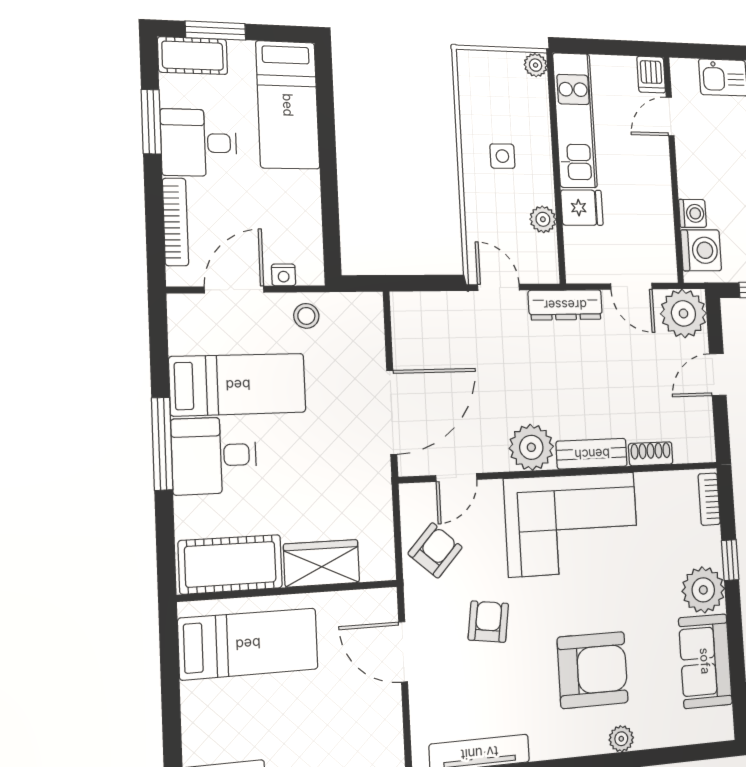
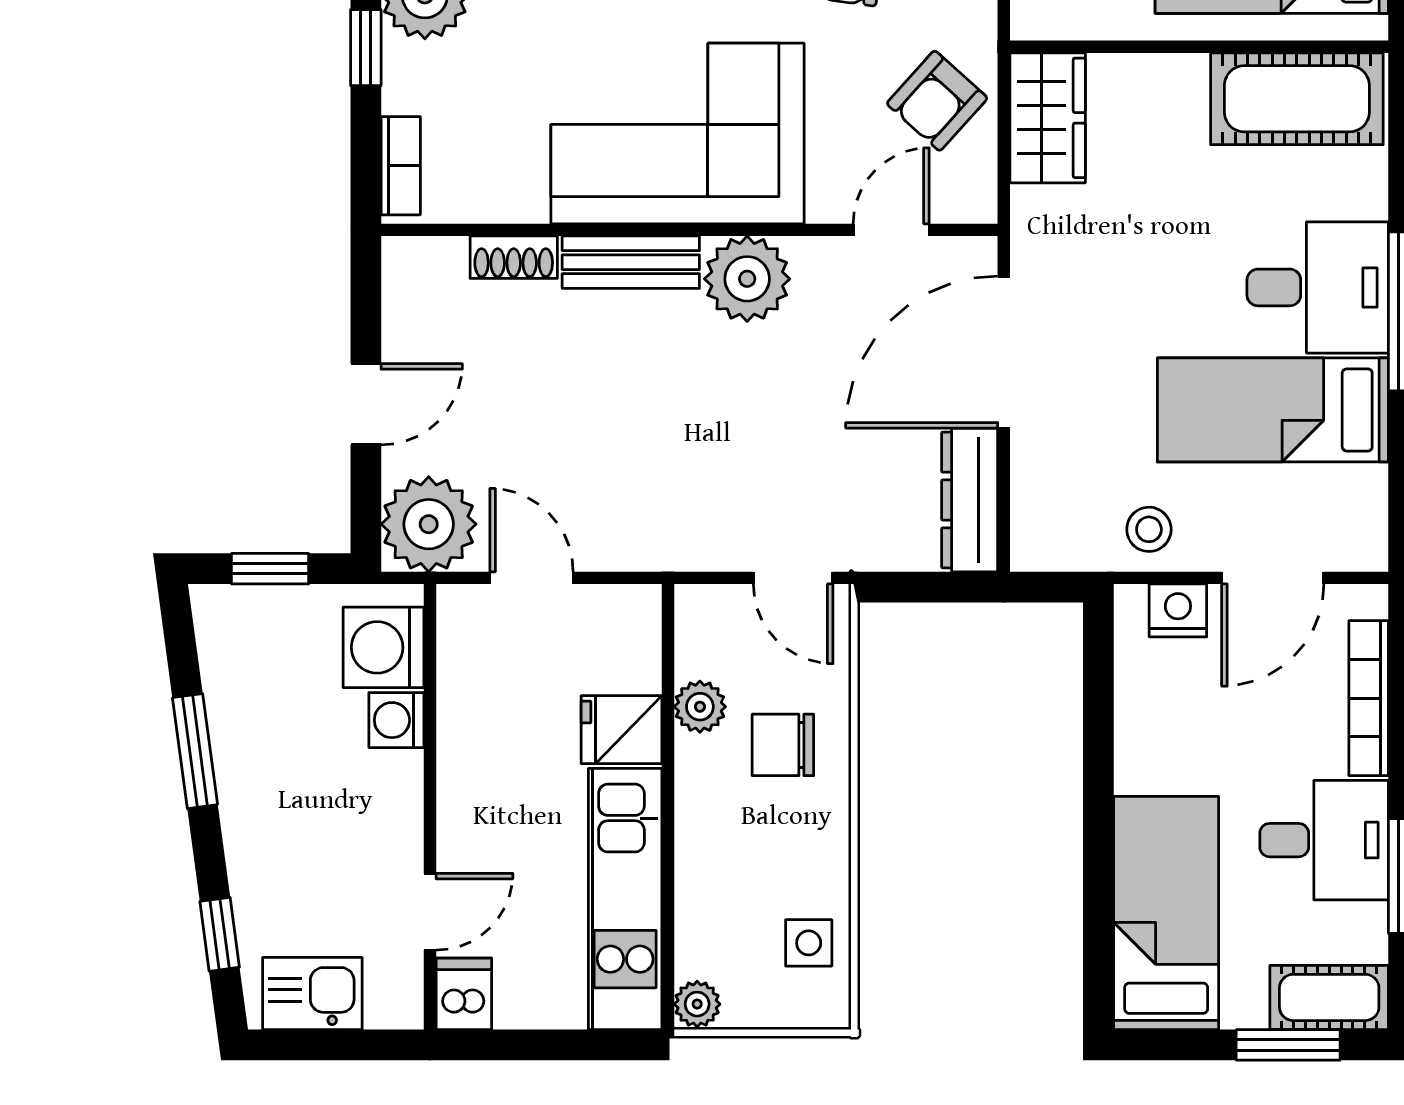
side table: (502, 156) -> (809, 943), moved
chair: (499, 199) -> (783, 745), added
nightstand: (284, 275) -> (1178, 610), width x1.39, depth x1.35
dresser: (565, 305) -> (970, 500), moved, turned -90
wardrobe: (322, 563) -> (1048, 118), moved, turned -90

